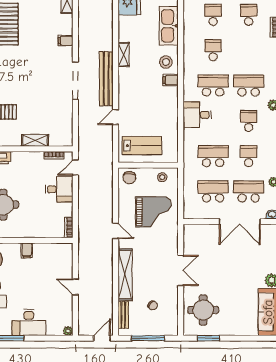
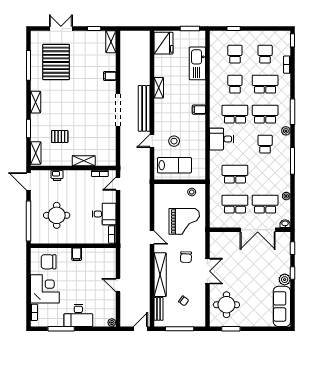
stool: (166, 62) -> (174, 141), moved
school desk: (249, 156) -> (265, 84), moved, width x1.85
chair: (129, 178) -> (186, 257), moved
desk: (59, 189) -> (104, 214), moved

